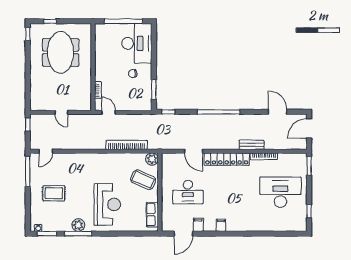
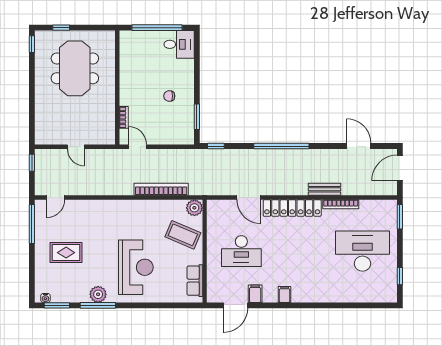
desk: (137, 43) -> (179, 44), width x0.53, depth x0.77

